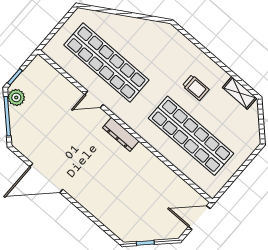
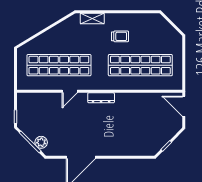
shelving: (240, 93) -> (92, 18), moved
plant: (16, 97) -> (41, 142), moved
door: (199, 218) -> (184, 106), hinge flipped

